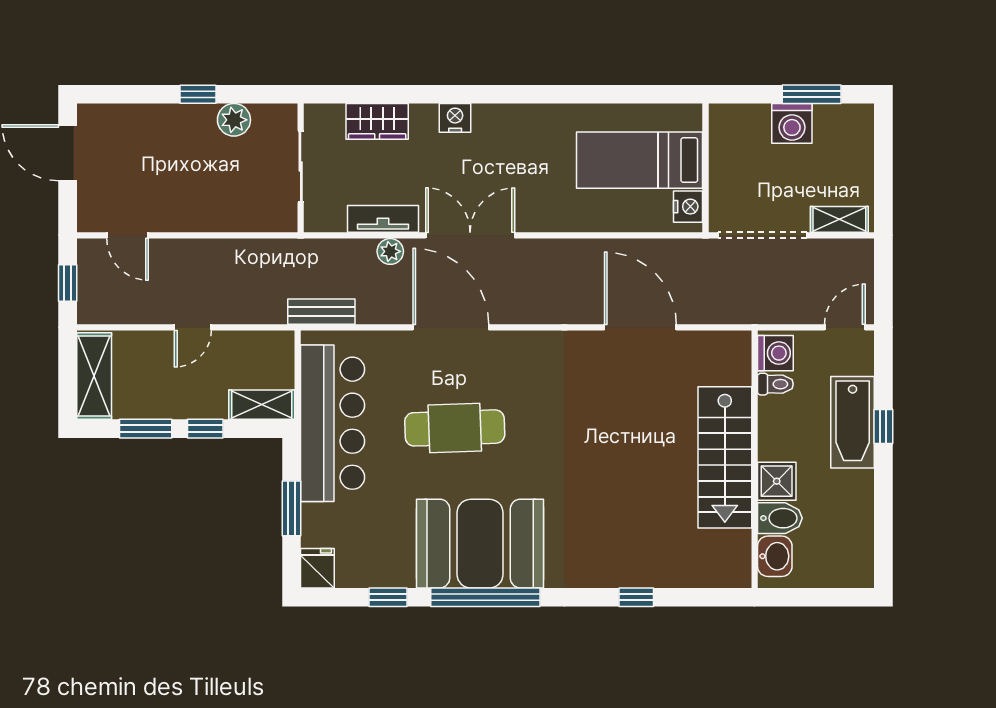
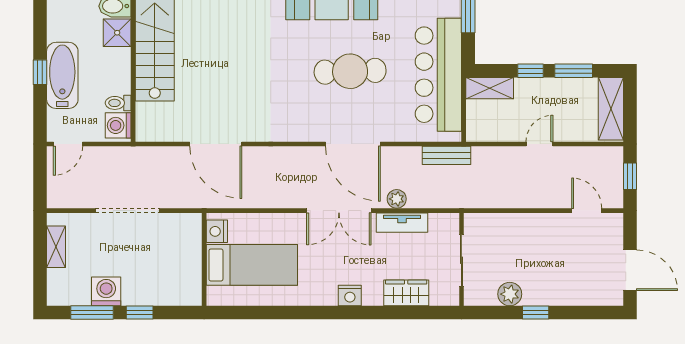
window: (746, 94) -> (140, 313), added
bed: (640, 160) -> (252, 265), moved
wall: (706, 168) -> (204, 259), moved
nightstand: (688, 207) -> (217, 231), moved
shelving: (839, 219) -> (56, 247), moved, turned 90

